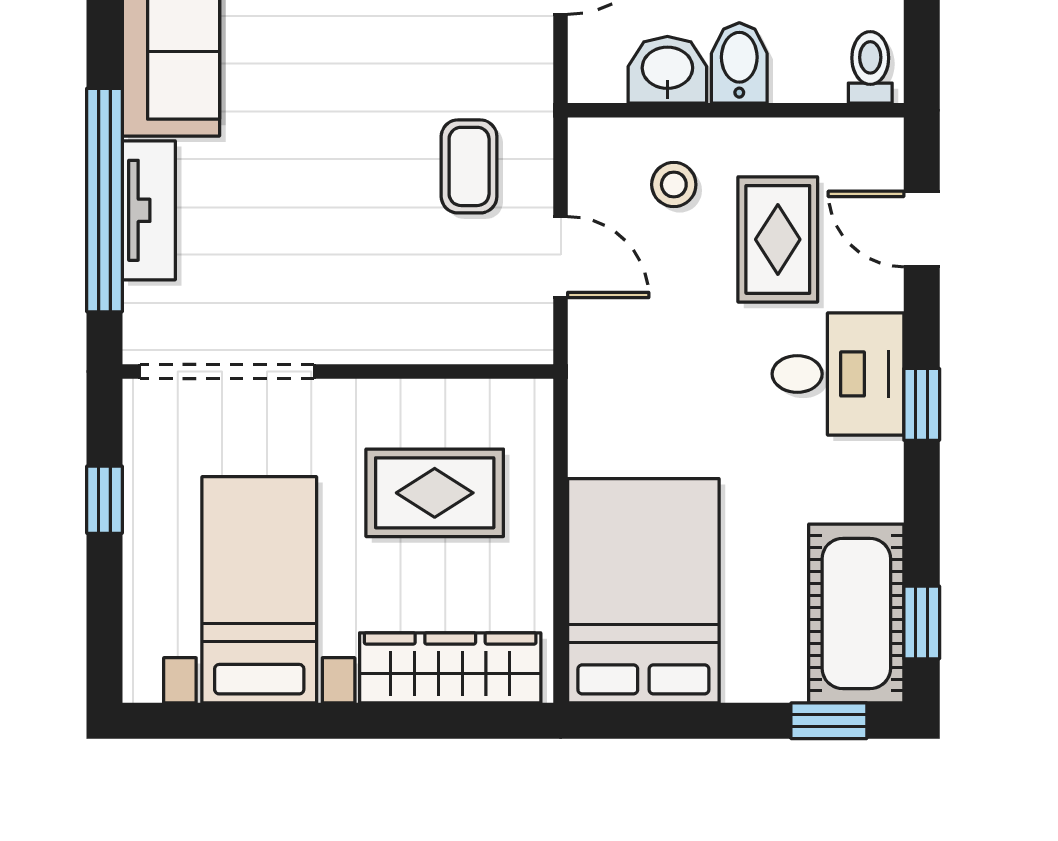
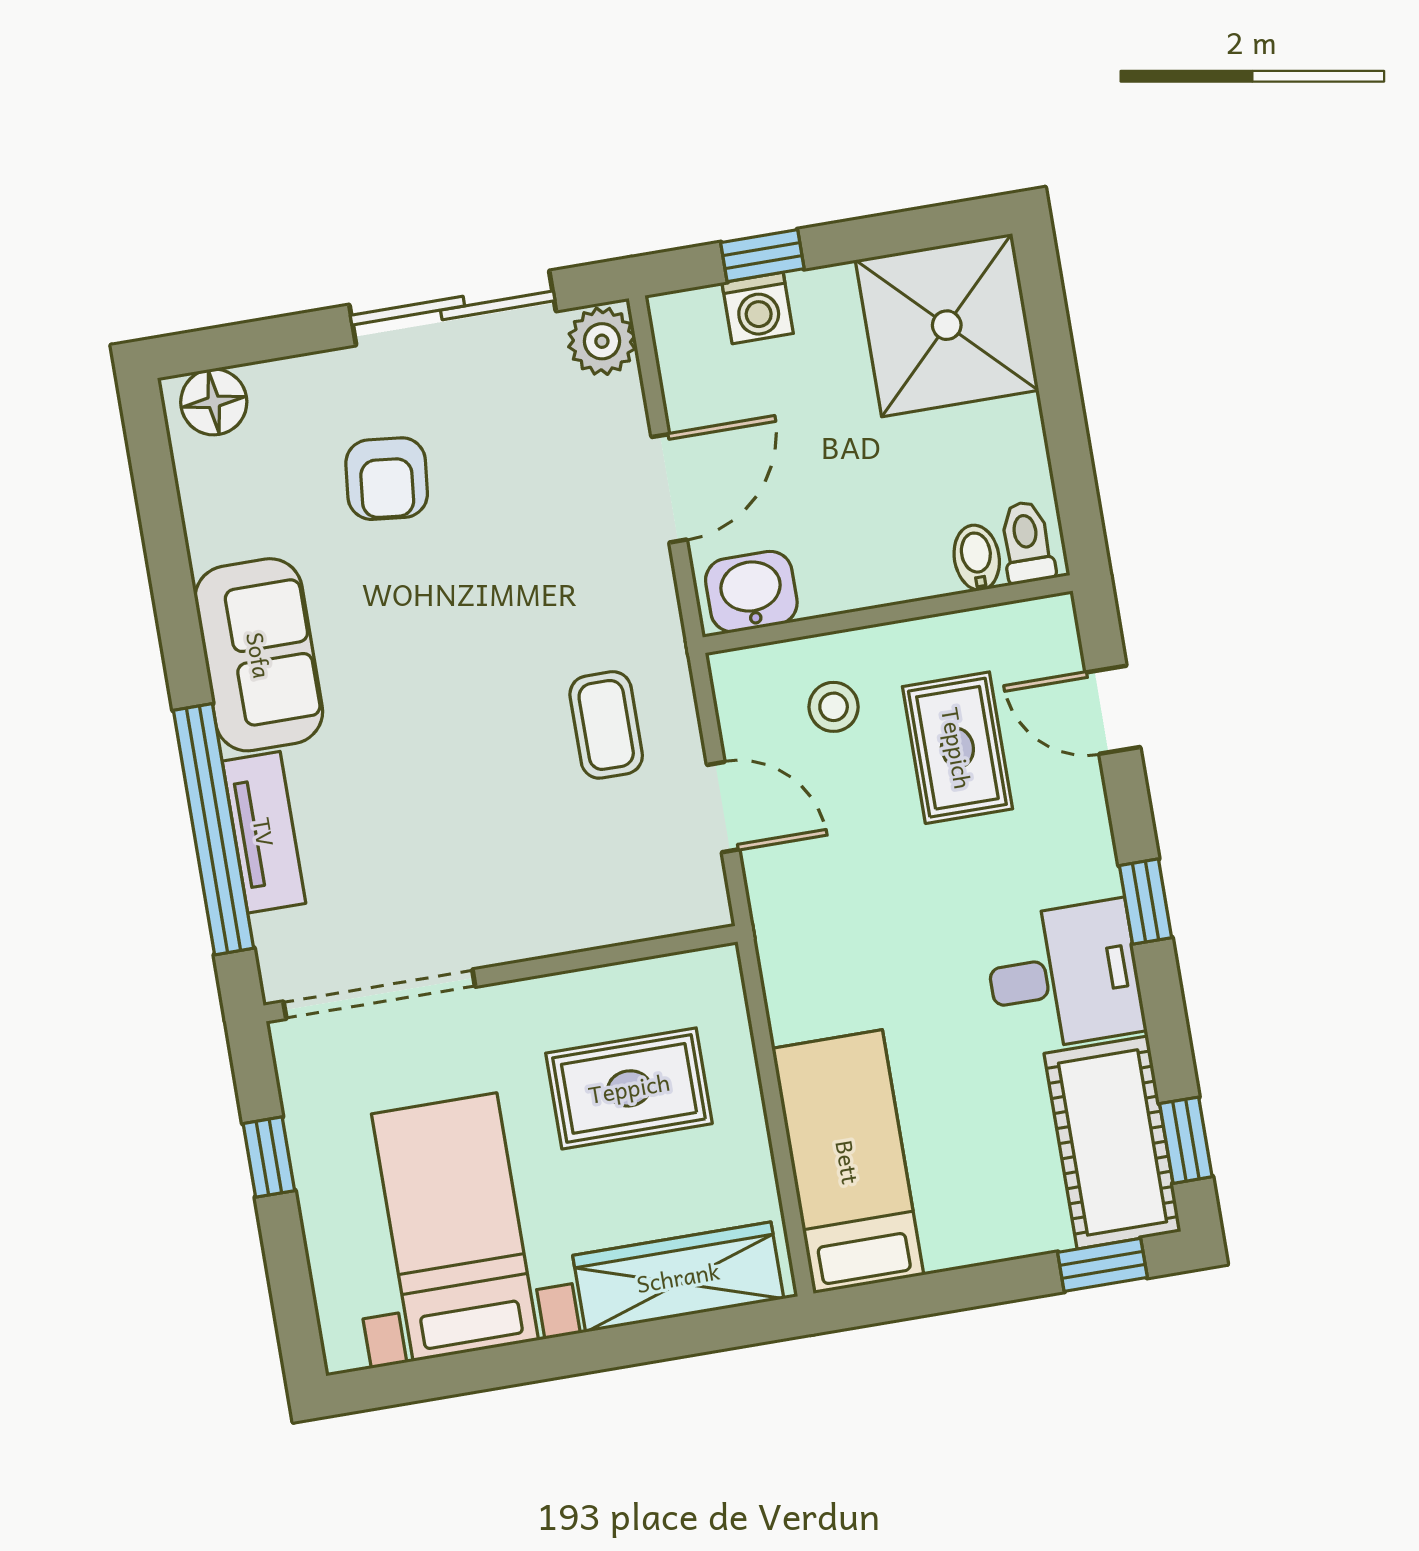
bidet: (739, 63) -> (977, 558), moved, width x0.72, depth x0.74
washbasin: (667, 70) -> (751, 592), moved
desk: (838, 374) -> (1064, 976), moved
bed: (643, 591) -> (848, 1162), width x0.67

